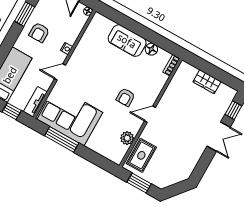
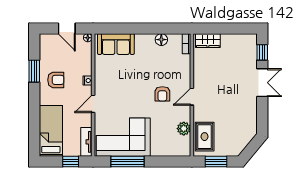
armchair: (39, 32) -> (56, 80), turned -90
sofa: (127, 41) -> (116, 44), moved
wardrobe: (207, 82) -> (208, 41), moved

